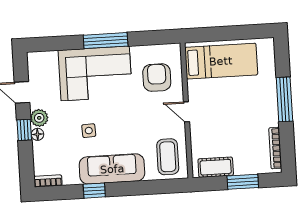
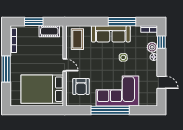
window: (106, 41) -> (110, 110), width x1.46
bed: (221, 61) -> (42, 89), width x1.50
plant: (39, 118) -> (152, 47), moved
window: (24, 130) -> (161, 42), moved
window: (94, 191) -> (122, 22), width x2.17

